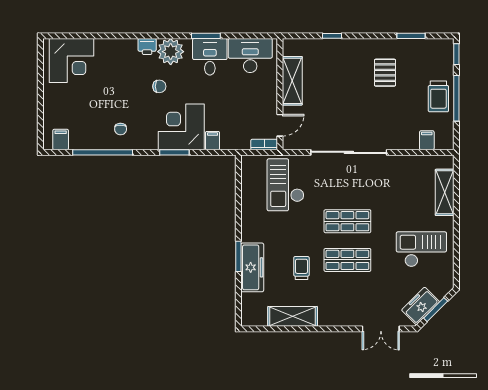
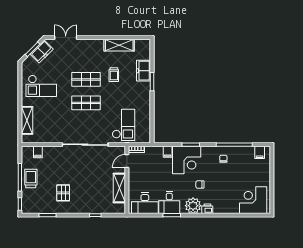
freezer: (252, 267) -> (144, 71), width x0.71

